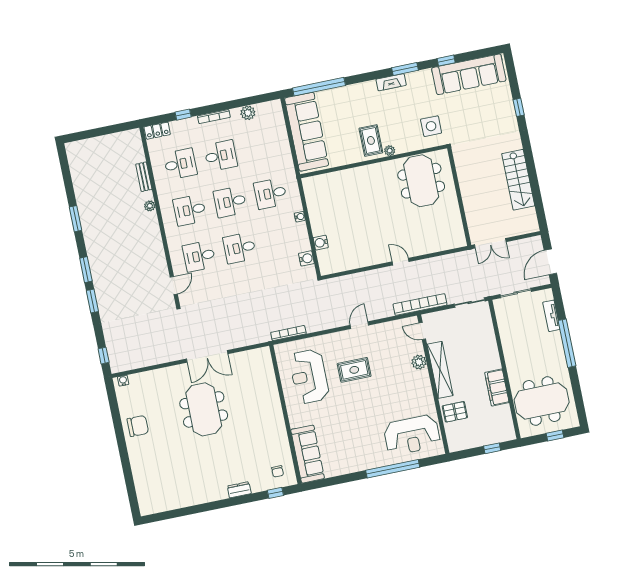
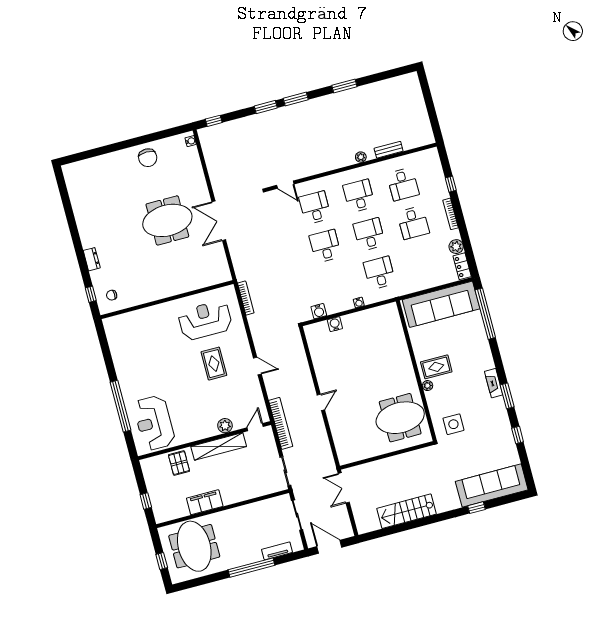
sofa: (469, 74) -> (492, 486), moved, turned 90
locker: (157, 131) -> (462, 266), moved
sofa: (308, 454) -> (130, 323), removed

